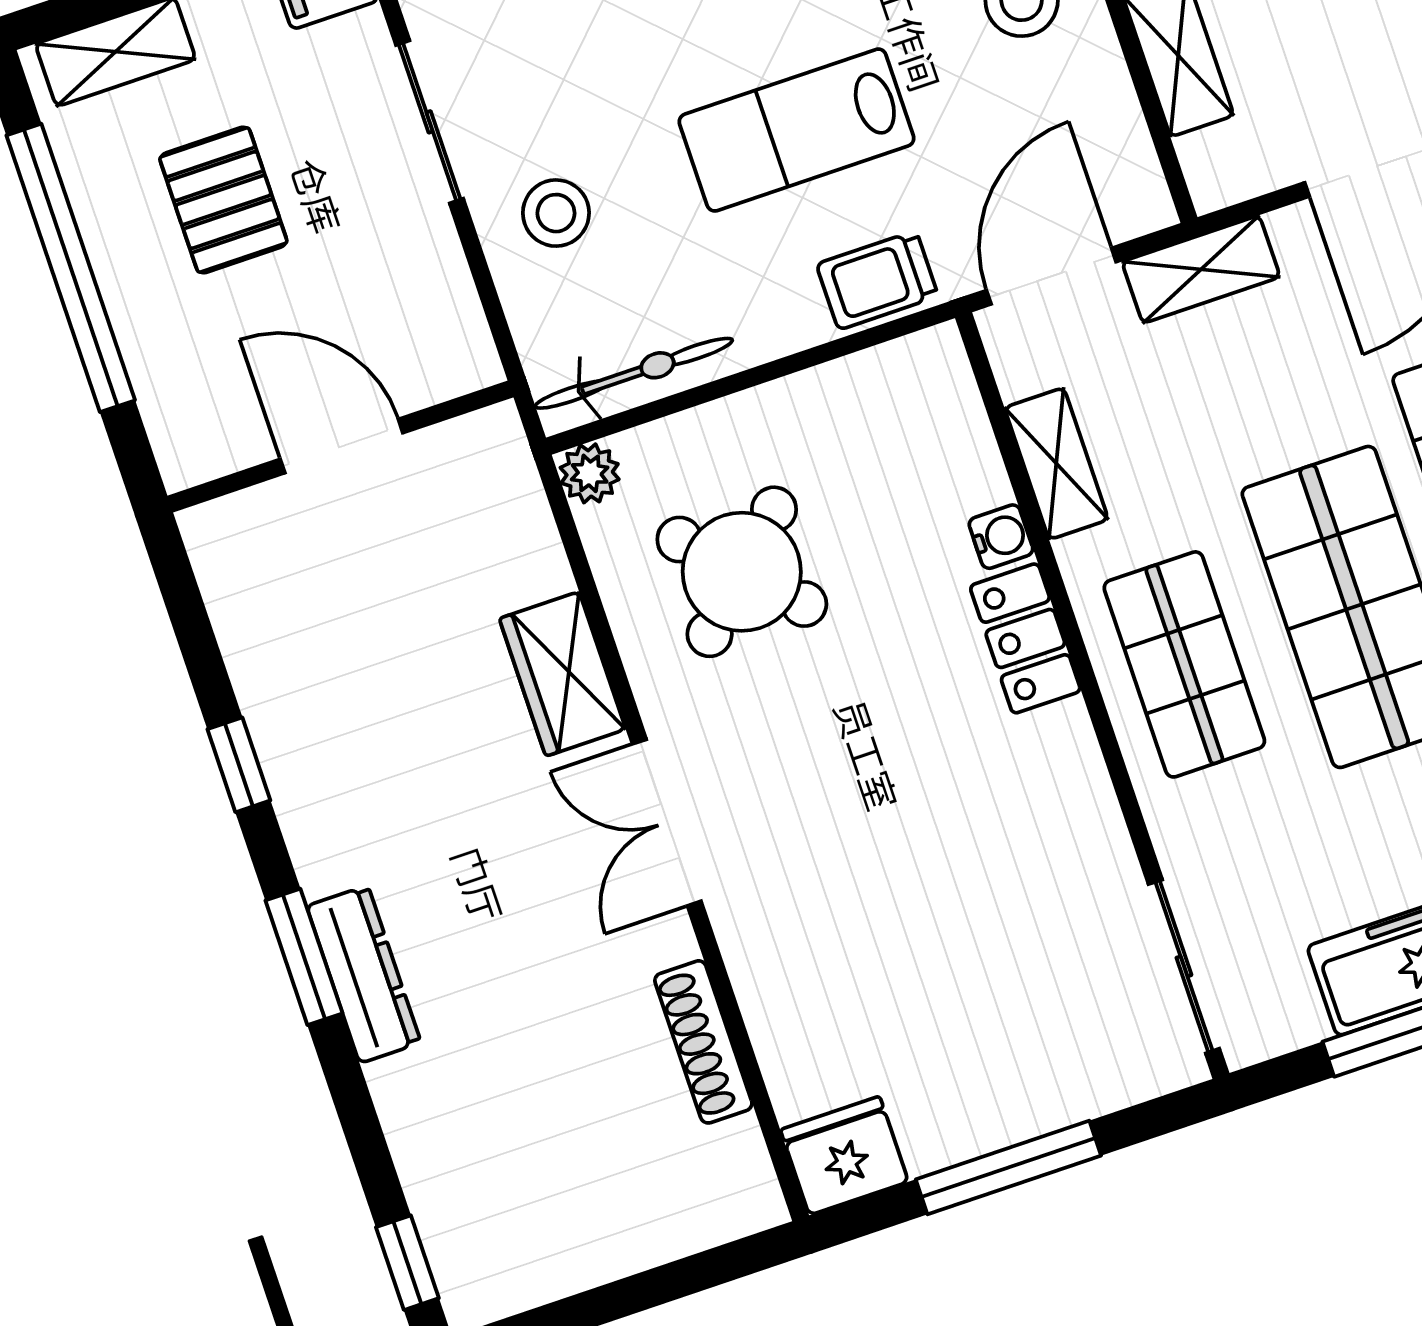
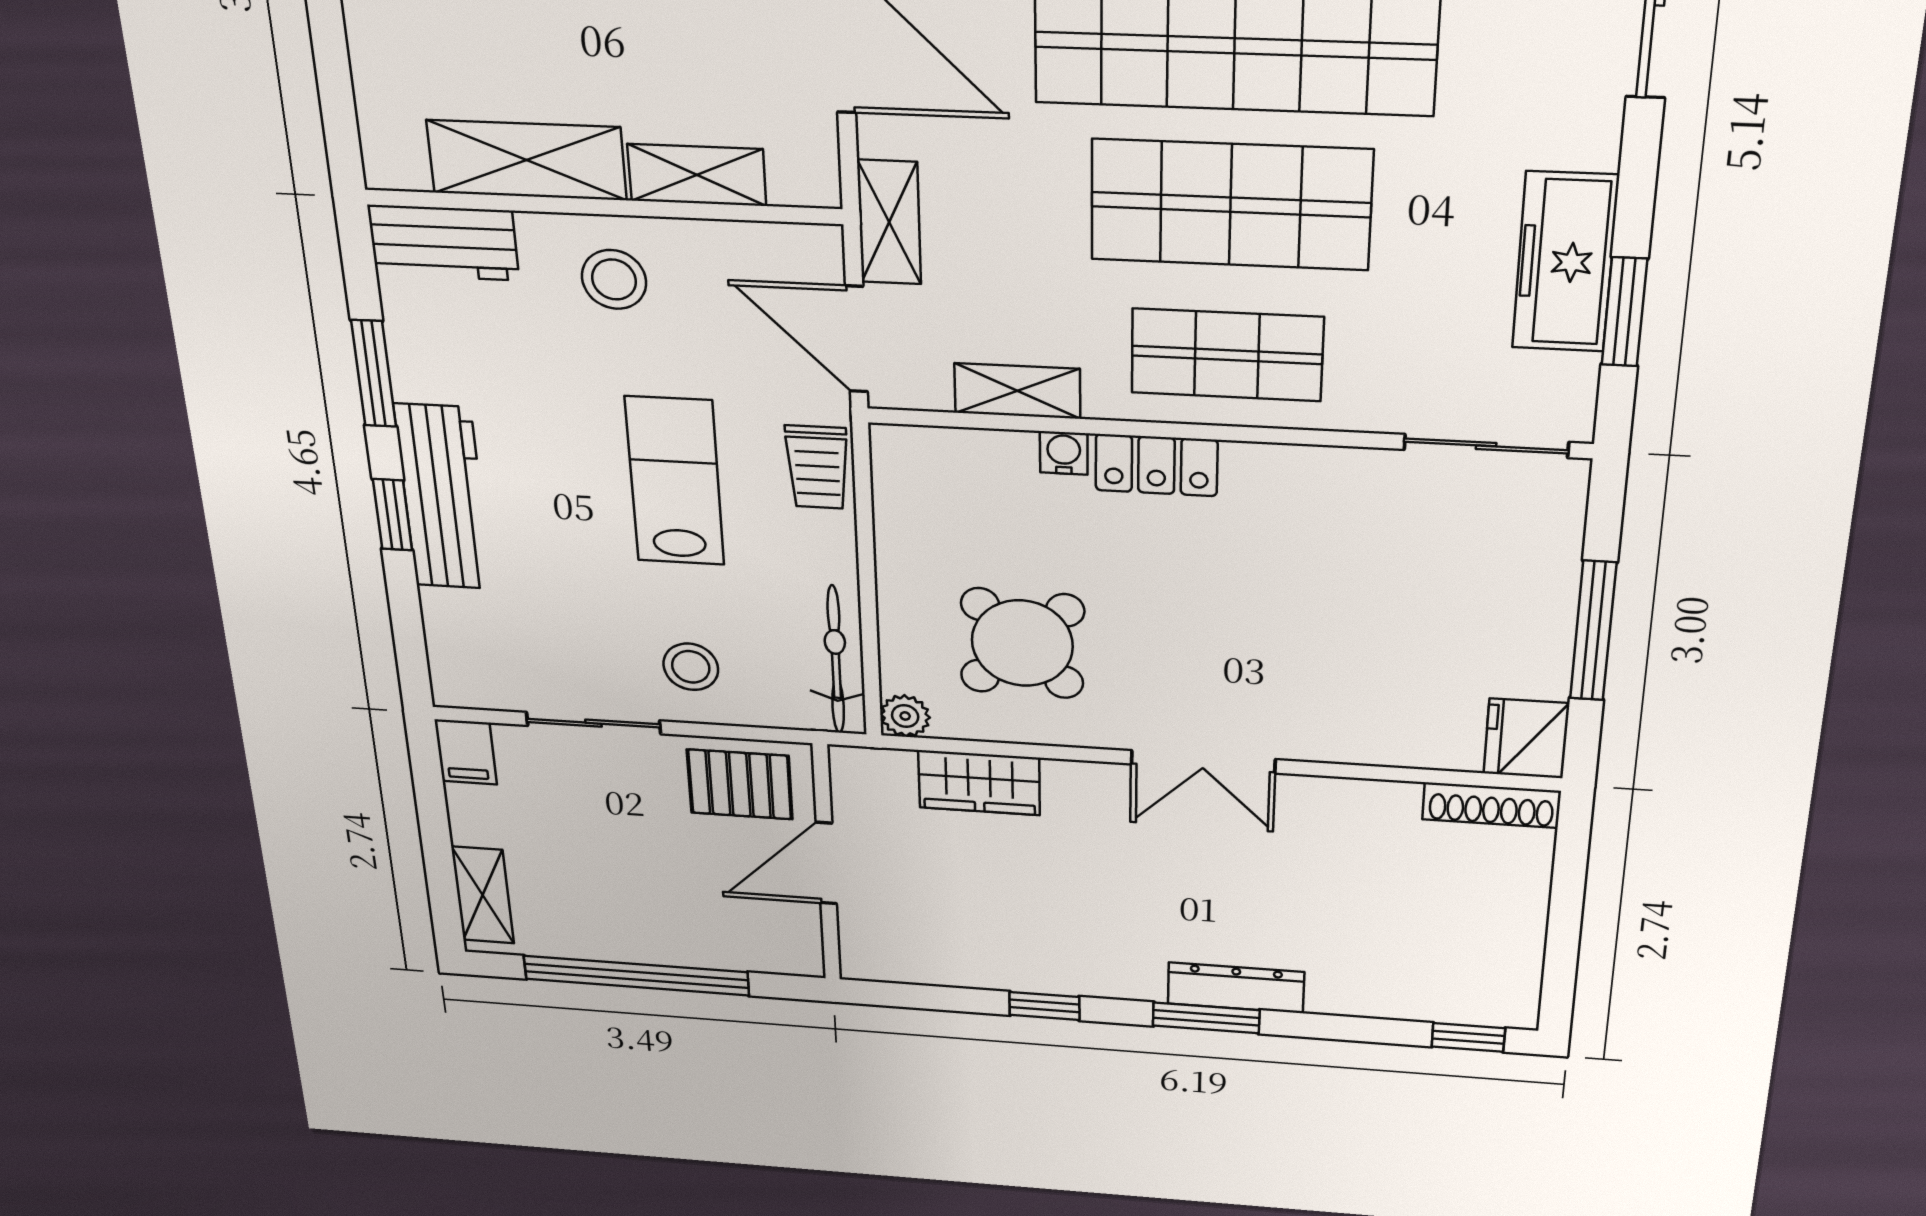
lab bench: (797, 130) -> (675, 481), turned 180
pallet: (223, 200) -> (740, 784), moved
wardrobe: (562, 674) -> (979, 783), moved
shoe rack: (703, 1042) -> (1491, 805), moved

